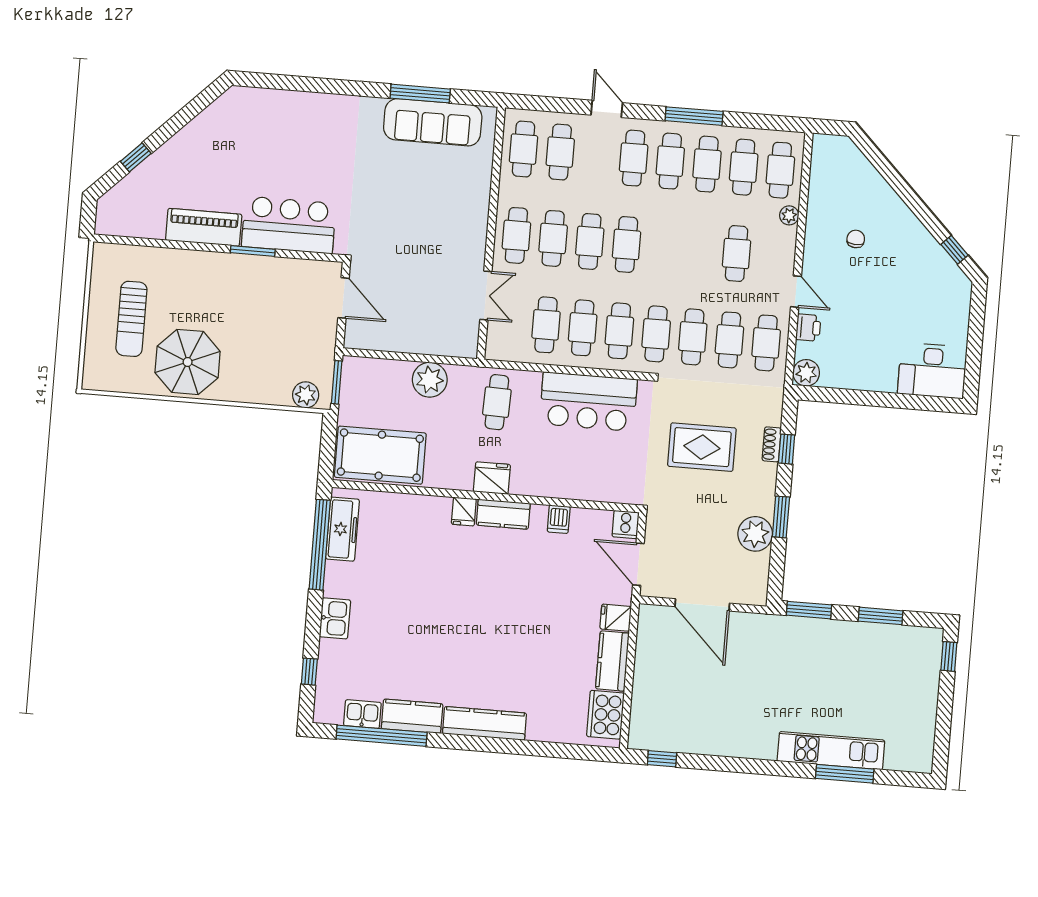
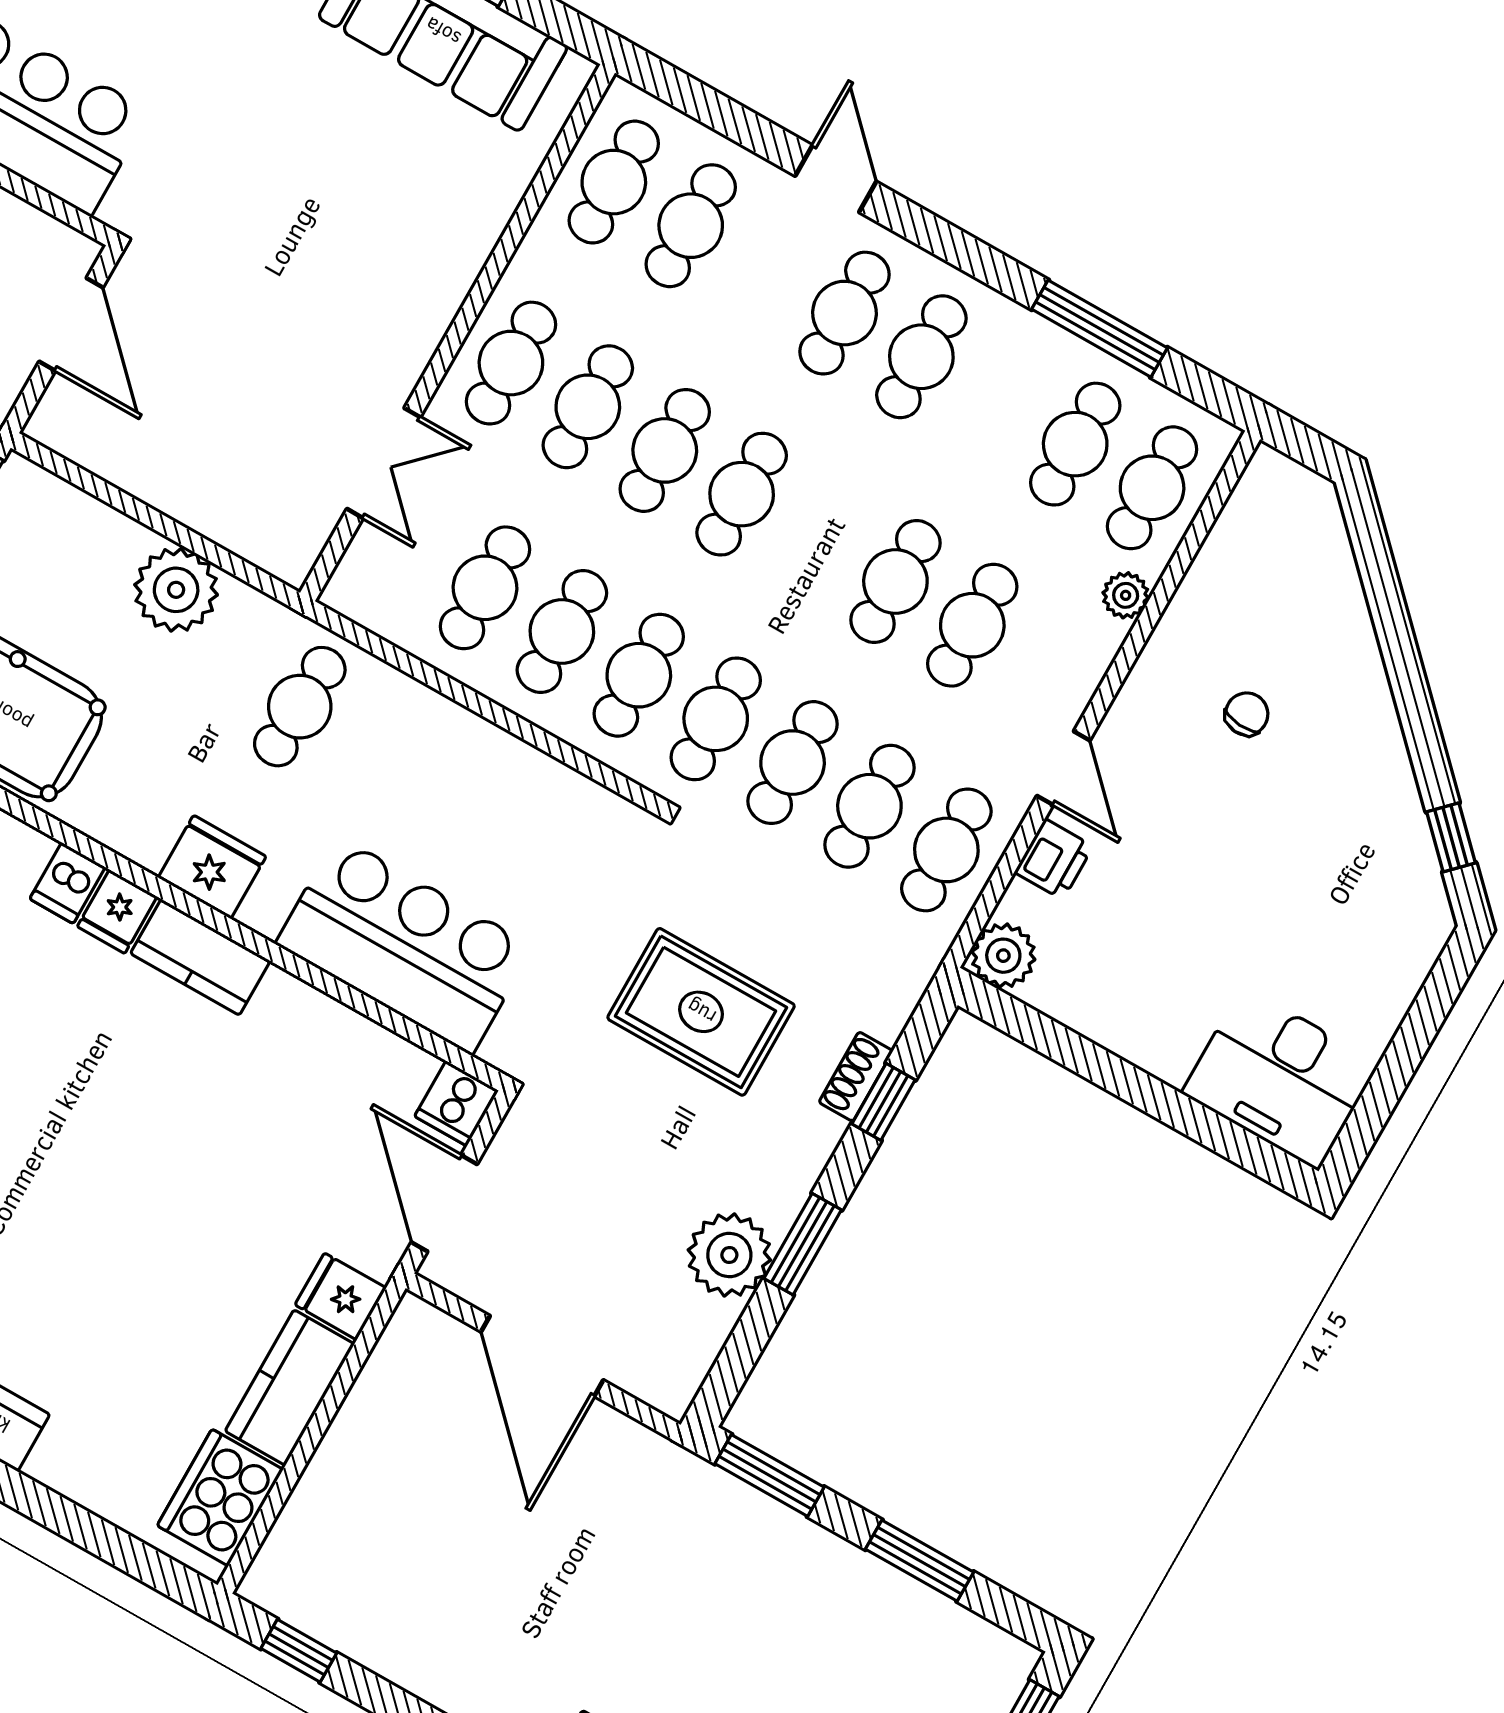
window: (694, 116) -> (1100, 329), moved
cafe table: (707, 164) -> (895, 581), moved
bar counter: (588, 402) -> (404, 945), moved, turned 180
dishwasher: (559, 519) -> (67, 883), moved

